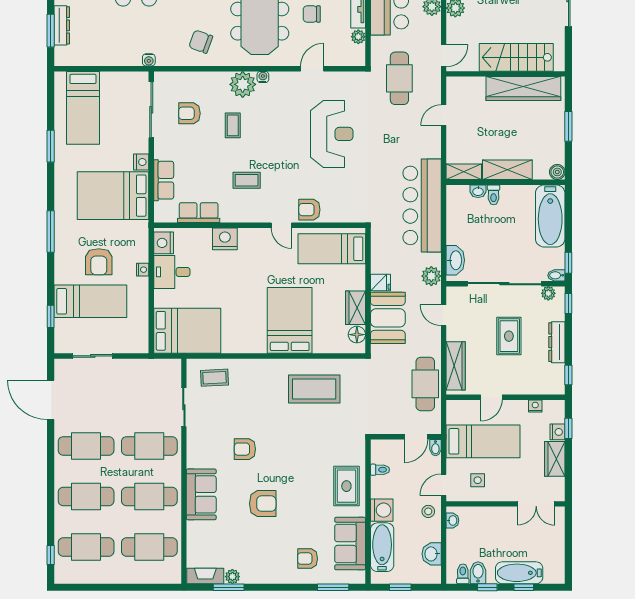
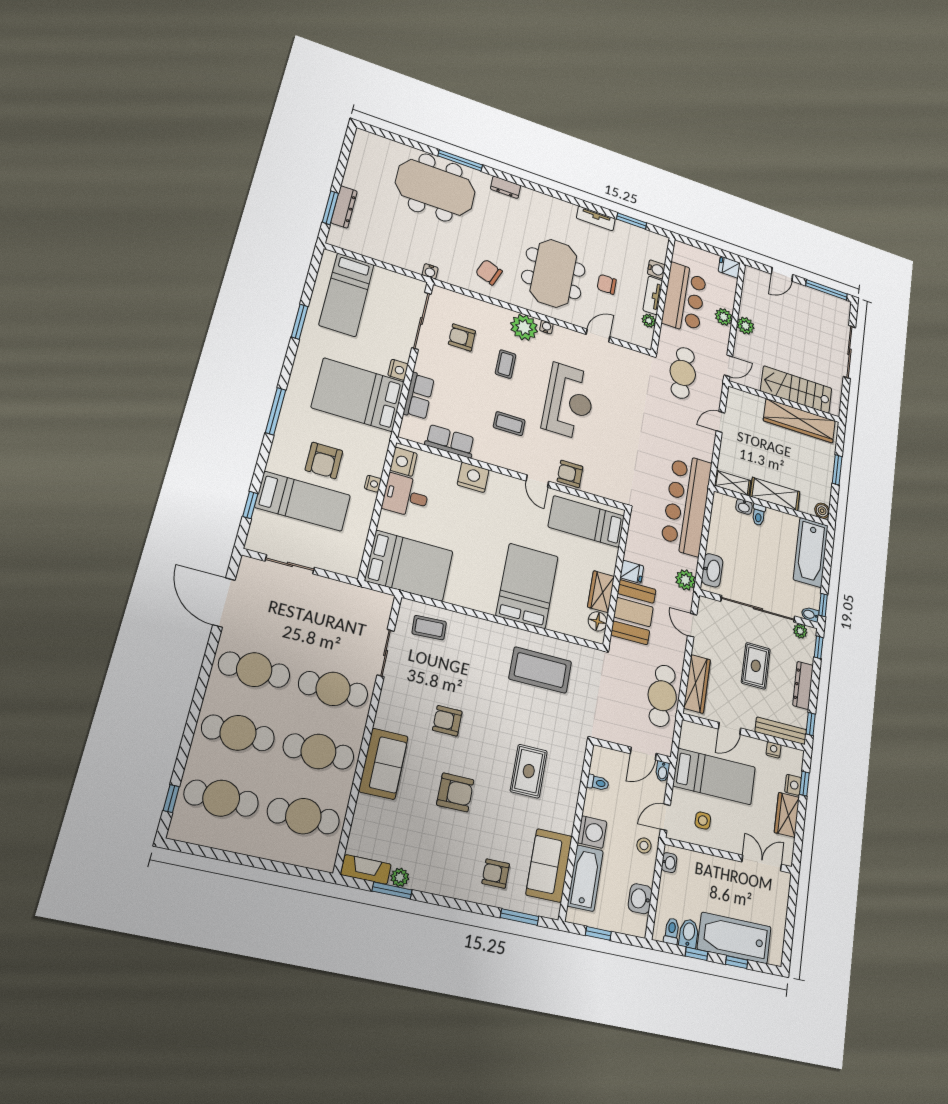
reception desk: (332, 134) -> (569, 401), moved
bench: (540, 388) -> (781, 731), added
rug: (346, 486) -> (529, 771), moved
double door: (536, 504) -> (762, 863), swing flipped
bathtub: (519, 573) -> (734, 938), width x1.36, depth x1.36

